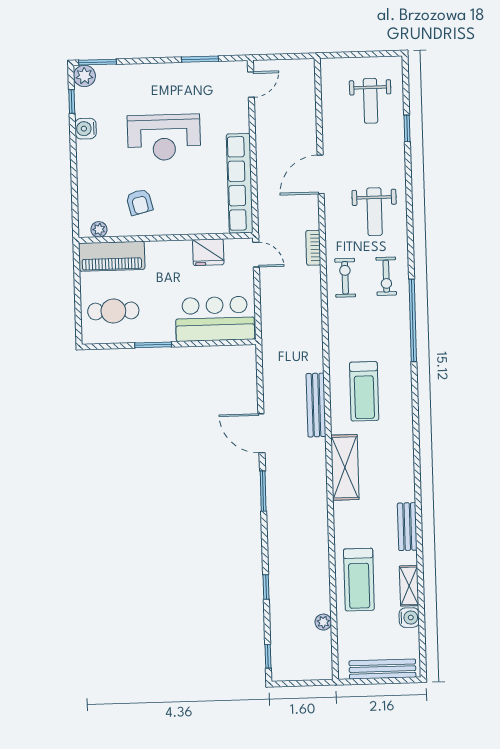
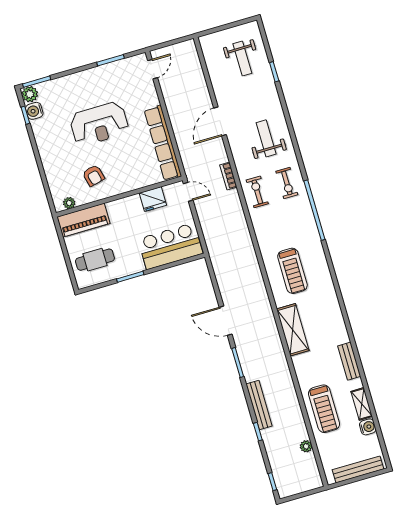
water cooler: (86, 129) -> (34, 111), moved
weight bench: (374, 212) -> (266, 138), turned 180
bench: (316, 405) -> (259, 405), moved

